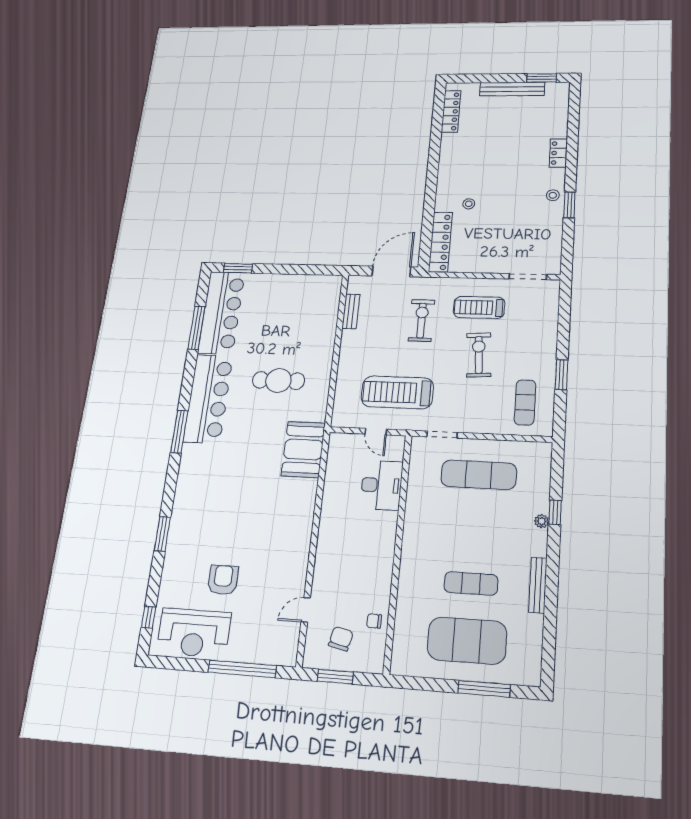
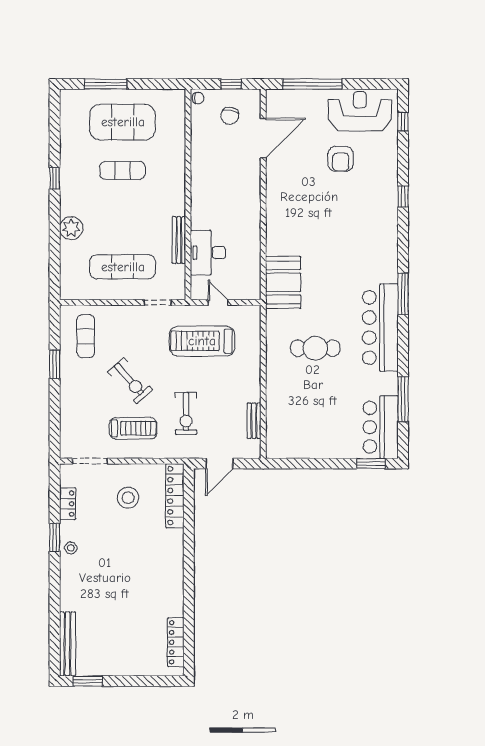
bench: (512, 89) -> (68, 644), moved, turned 90
locker: (558, 153) -> (68, 504), moved
stool: (469, 204) -> (128, 498), moved, width x1.89, depth x1.89
door: (391, 271) -> (219, 464), width x0.73
bar counter: (221, 313) -> (381, 427), width x0.73
exercise bike: (479, 355) -> (130, 381), turned -38
treadmill: (397, 392) -> (202, 341), turned 180
window: (555, 512) -> (55, 178), moved
plant: (542, 521) -> (71, 228), width x1.87, depth x1.87
window: (162, 534) -> (403, 197), width x0.67
bench: (538, 585) -> (179, 240), moved
door: (306, 610) -> (263, 138), width x1.87
chair: (374, 621) -> (198, 98), moved
window: (335, 677) -> (231, 84), width x0.67

